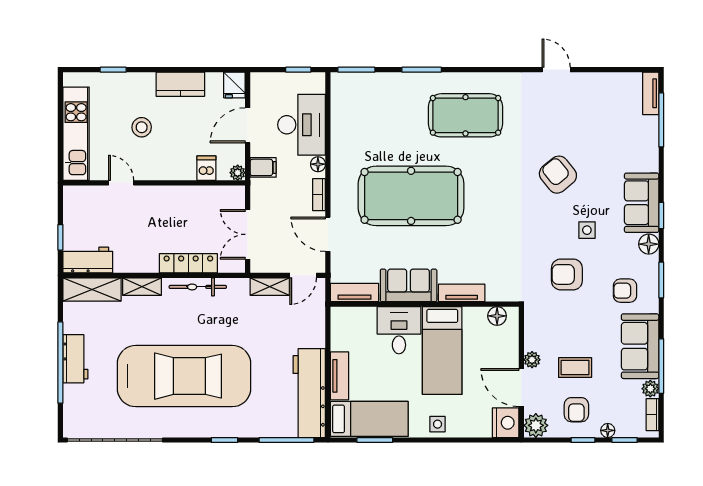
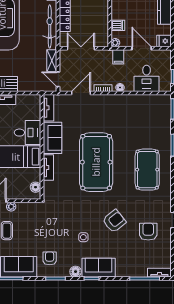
desk: (302, 125) -> (147, 78), width x0.73
pool table: (411, 196) -> (96, 162), moved
armchair: (567, 274) -> (148, 232), moved
bicycle: (198, 287) -> (50, 26), width x1.37, depth x1.40

